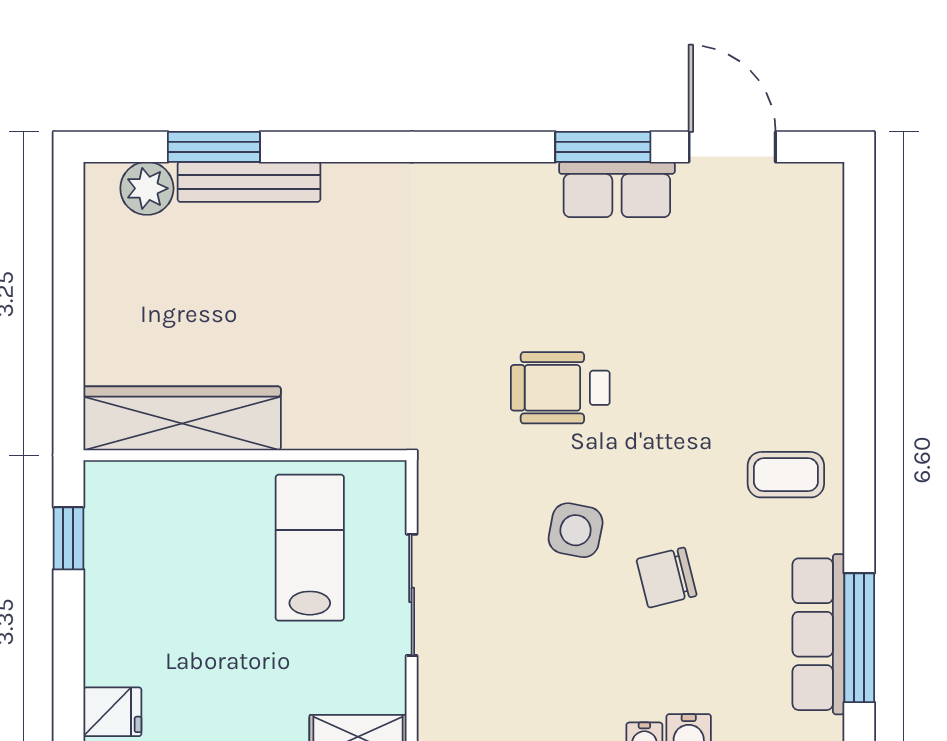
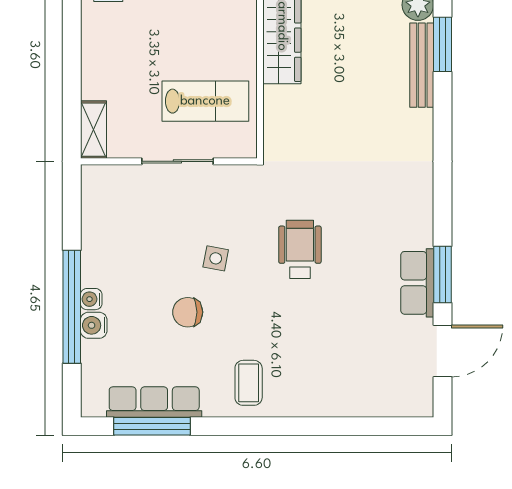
side table: (576, 530) -> (216, 258), width x0.73, depth x0.73
chair: (667, 577) -> (188, 312), turned -76

